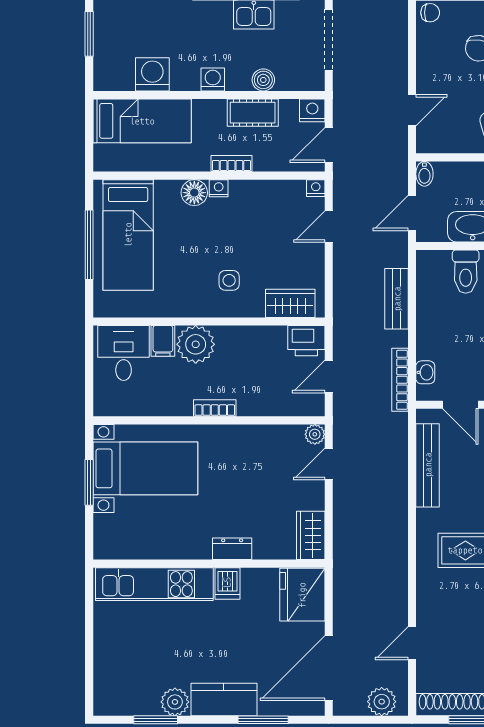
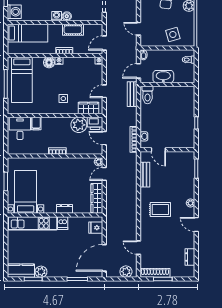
washing machine: (152, 74) -> (14, 12), moved, turned 90
boiler: (263, 80) -> (67, 16), moved
nightstand: (312, 110) -> (97, 29), removed
door: (412, 110) -> (138, 29), swing flipped
door: (329, 227) -> (104, 91), moved
toilet: (466, 272) -> (147, 95), moved
bench: (397, 299) -> (132, 94), moved
plant: (196, 344) -> (79, 125), moved
door: (329, 377) -> (104, 138), hinge flipped
bench: (428, 465) -> (145, 175), width x0.73
bed with nightstands: (145, 468) -> (26, 192), moved, turned -90
wardrobe: (311, 535) -> (97, 198), width x1.50
fridge: (302, 595) -> (96, 228), width x0.53, depth x0.75
door: (412, 643) -> (138, 248), hinge flipped
kitchen counter: (224, 699) -> (21, 271), moved

